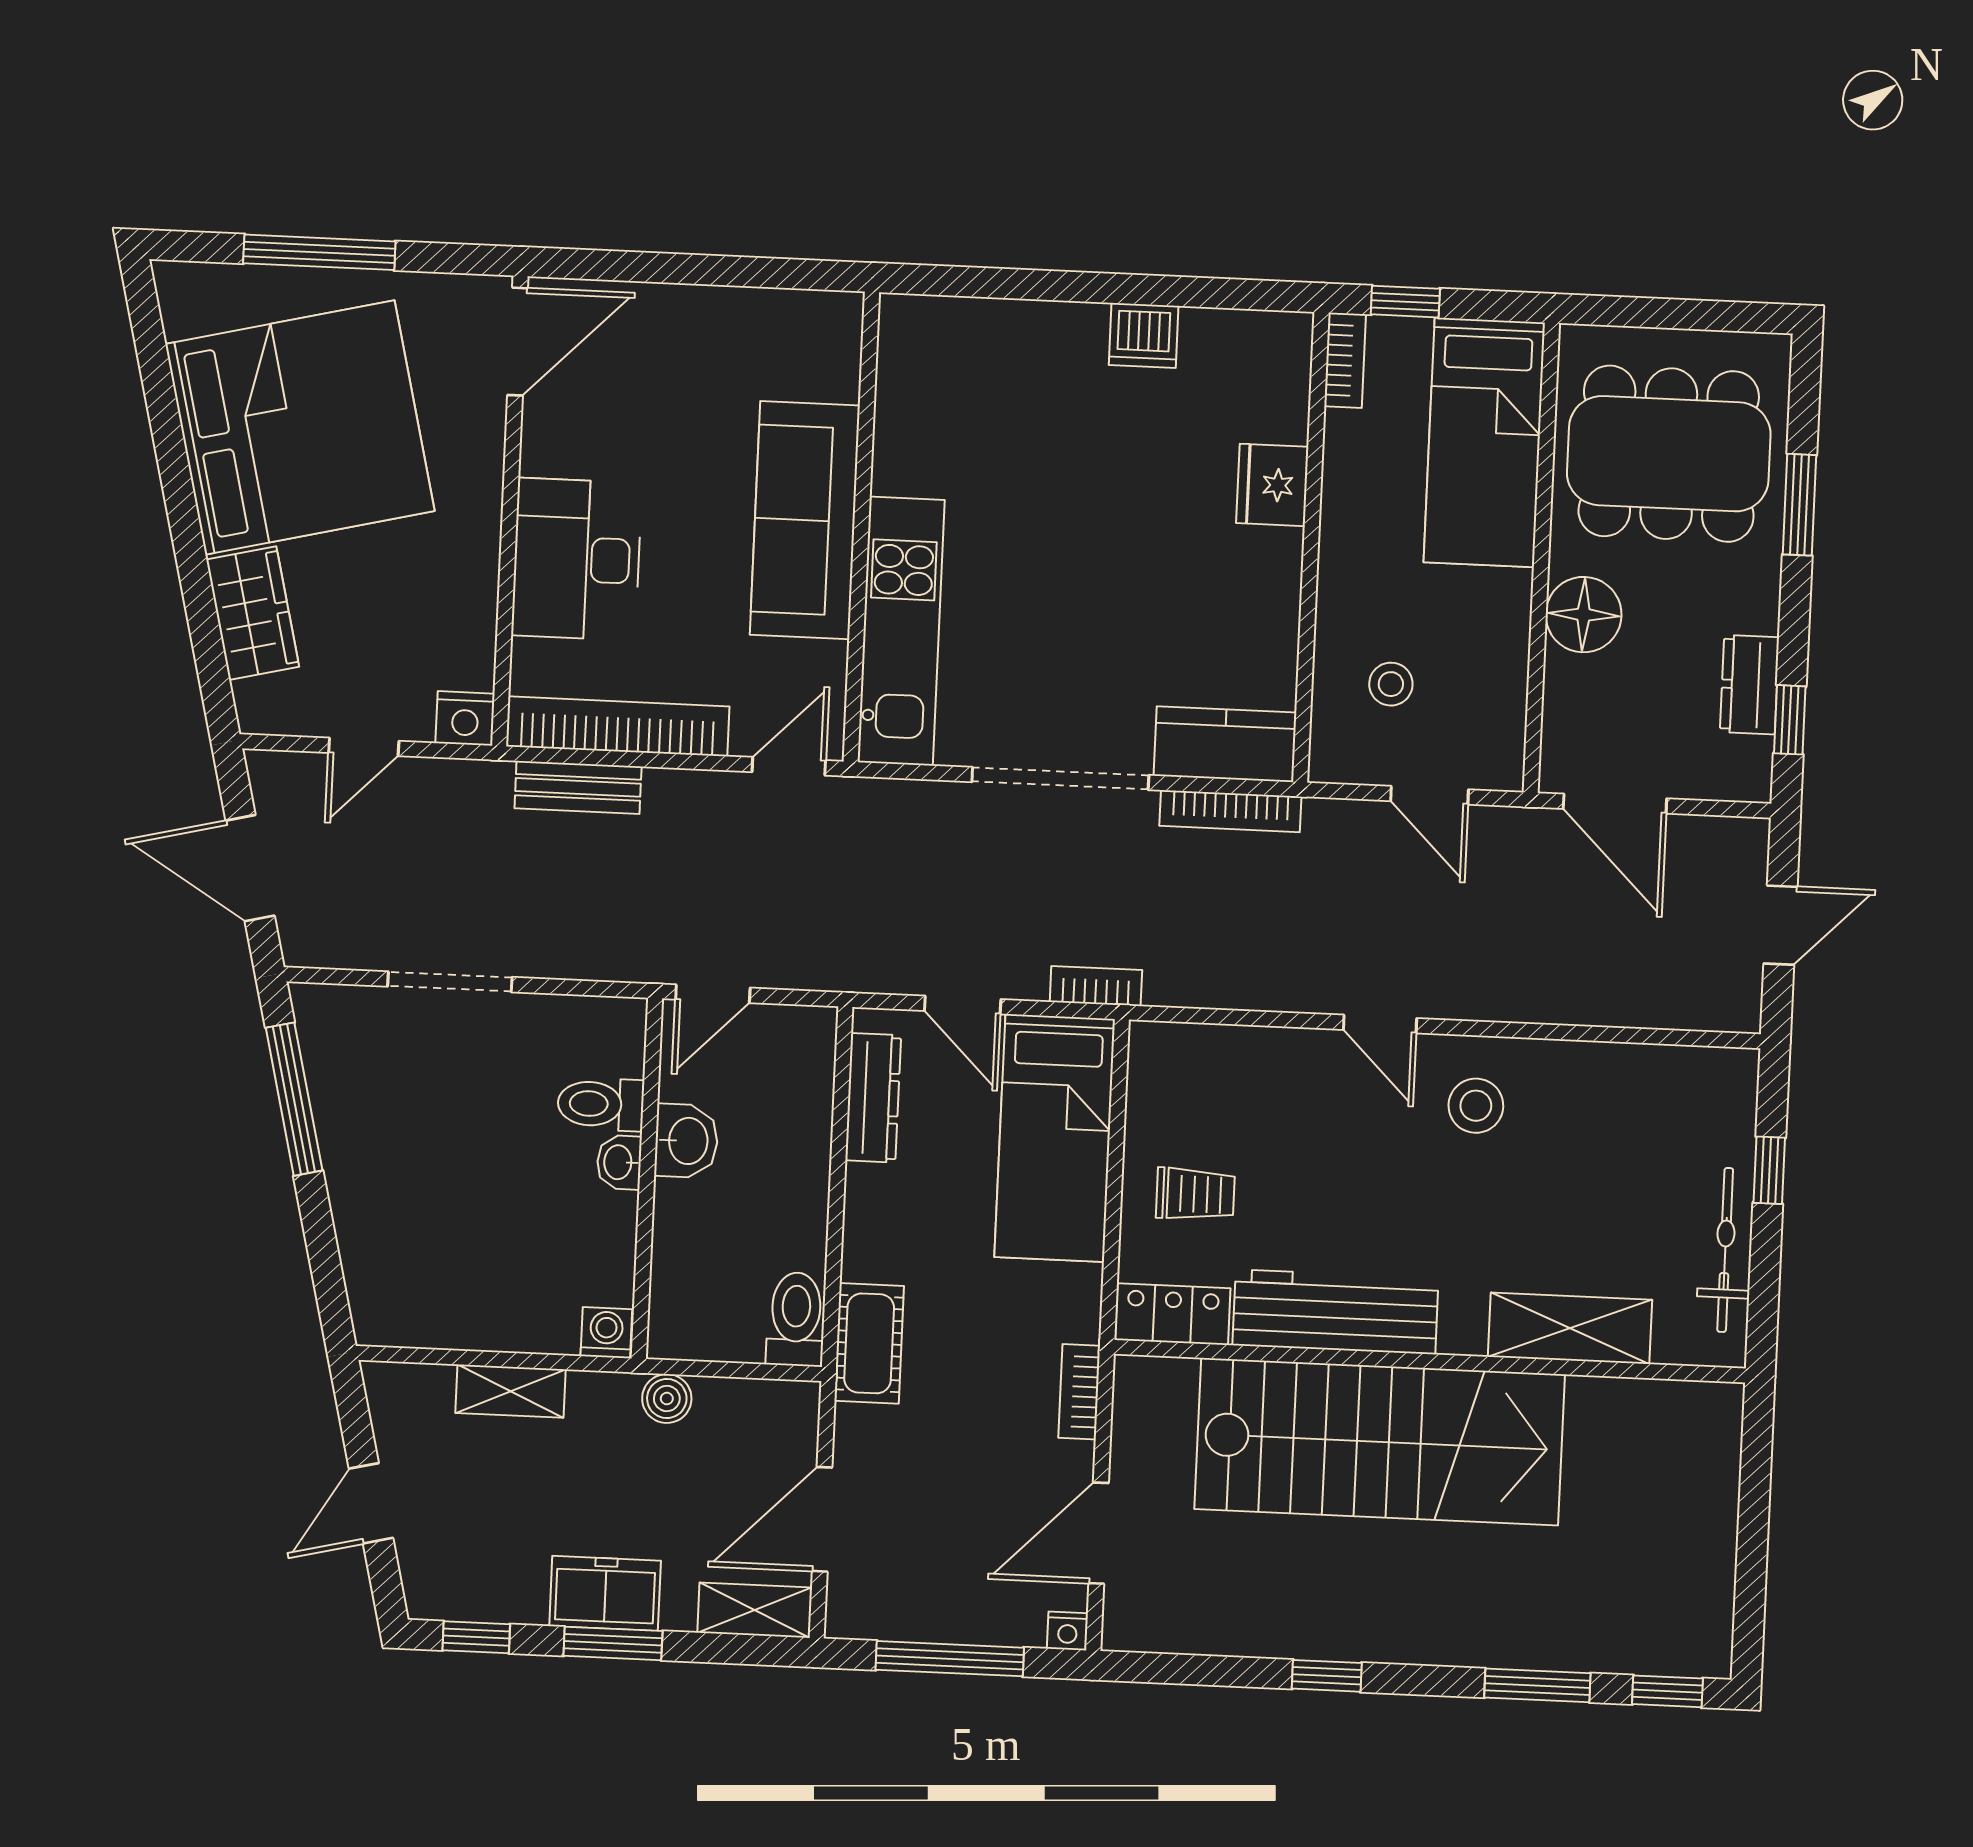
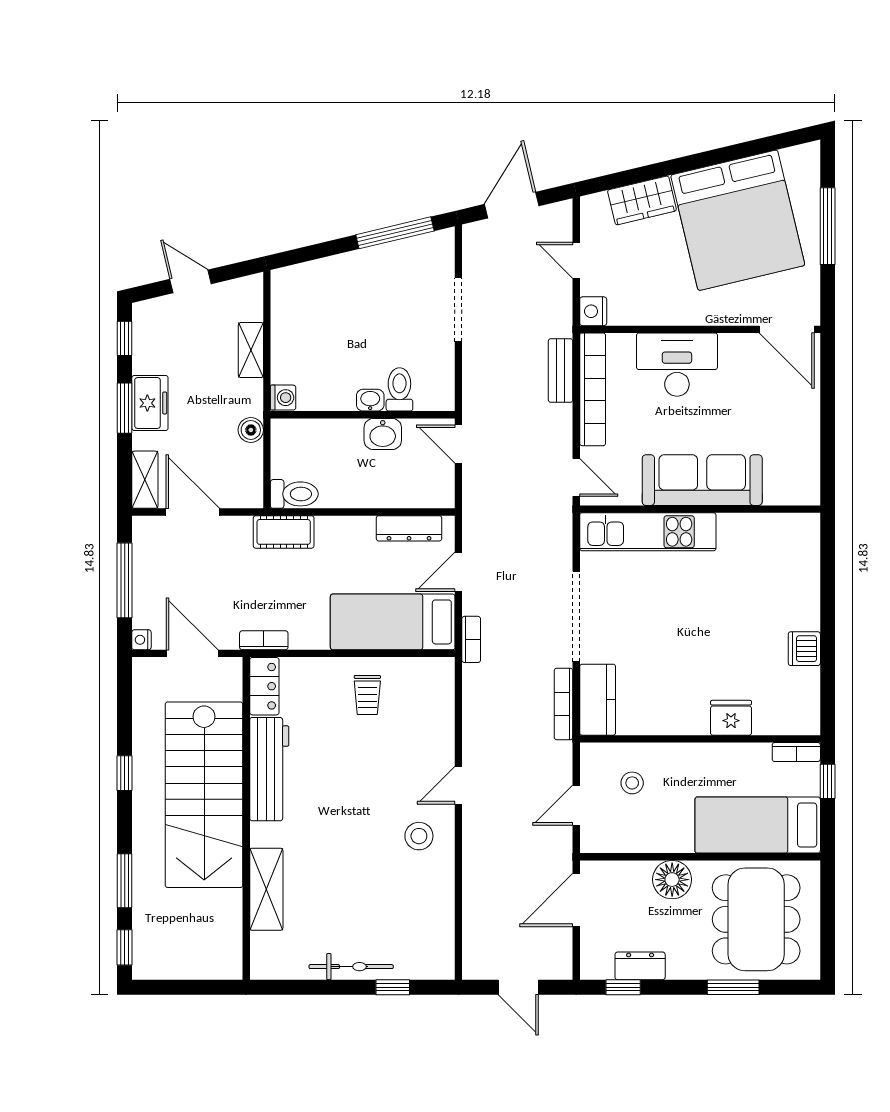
workbench: (1335, 1312) -> (269, 769), moved
locker: (1173, 1314) -> (264, 686), moved
shelving: (1570, 1328) -> (266, 889), moved
wall: (1430, 1361) -> (246, 818), moved
stairs: (1380, 1442) -> (204, 795), moved

